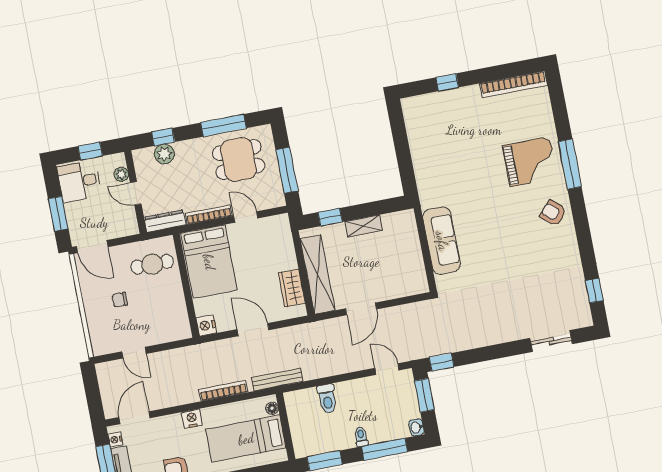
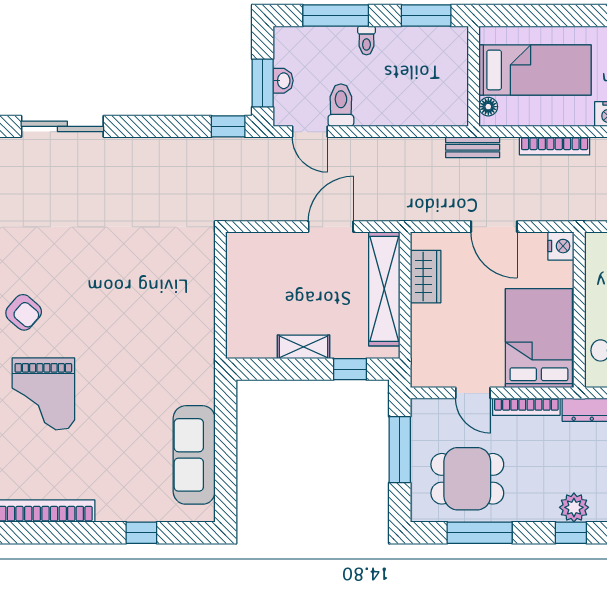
grand piano: (530, 162) -> (43, 394), turned -90
sofa: (442, 241) -> (194, 455), moved
sliding door: (551, 341) -> (62, 126), width x1.37
bench: (277, 379) -> (473, 147), width x0.73
toilet: (327, 399) -> (341, 105), moved
washbasin: (416, 427) -> (283, 81), moved

